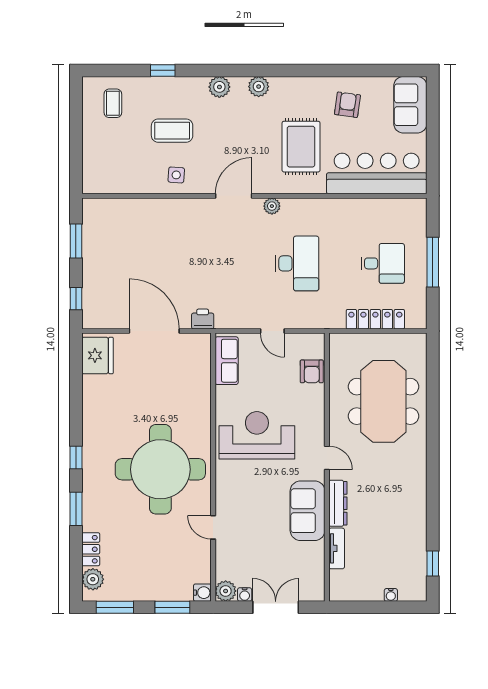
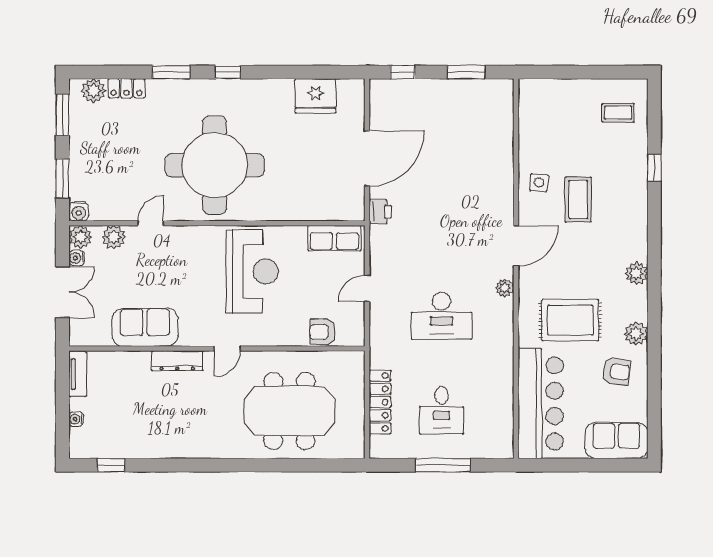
plant: (219, 87) -> (636, 334), moved
coffee table: (172, 131) -> (578, 200), moved
door: (234, 196) -> (516, 246), hinge flipped
fridge: (97, 355) -> (316, 96), moved
sofa: (308, 511) -> (145, 327), moved
tv unit: (337, 548) -> (78, 374), moved, turned -90
plant: (226, 561) -> (114, 237), added

